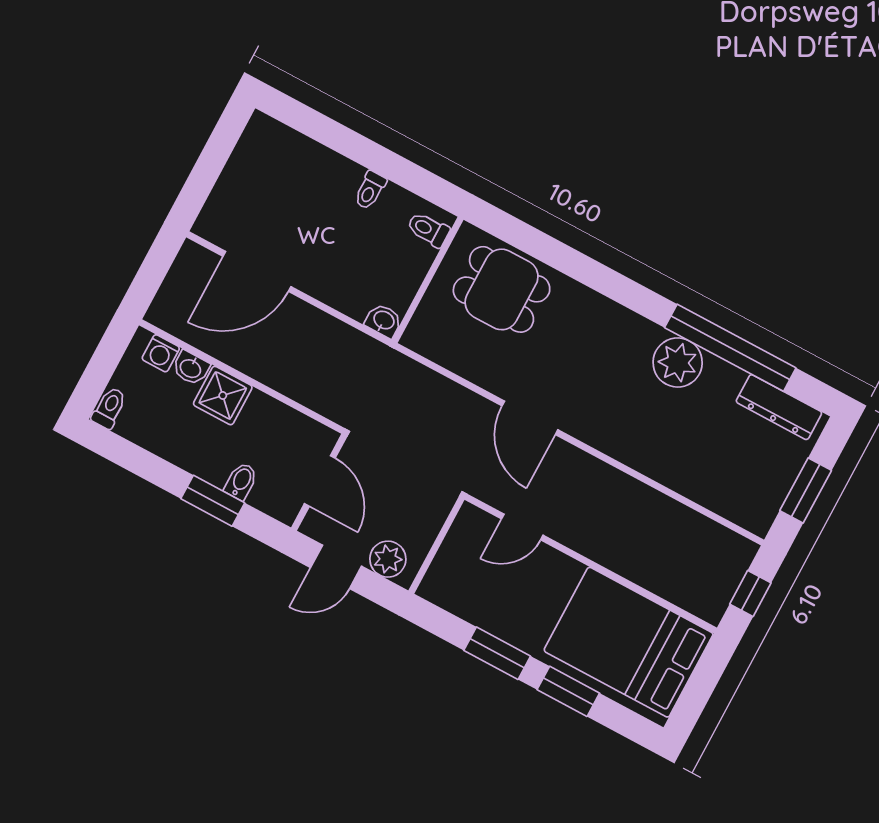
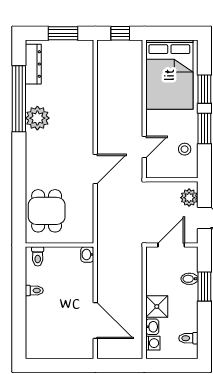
toilet: (109, 408) -> (188, 338), moved
door: (522, 527) -> (144, 147), hinge flipped
stool: (479, 598) -> (185, 149), added

